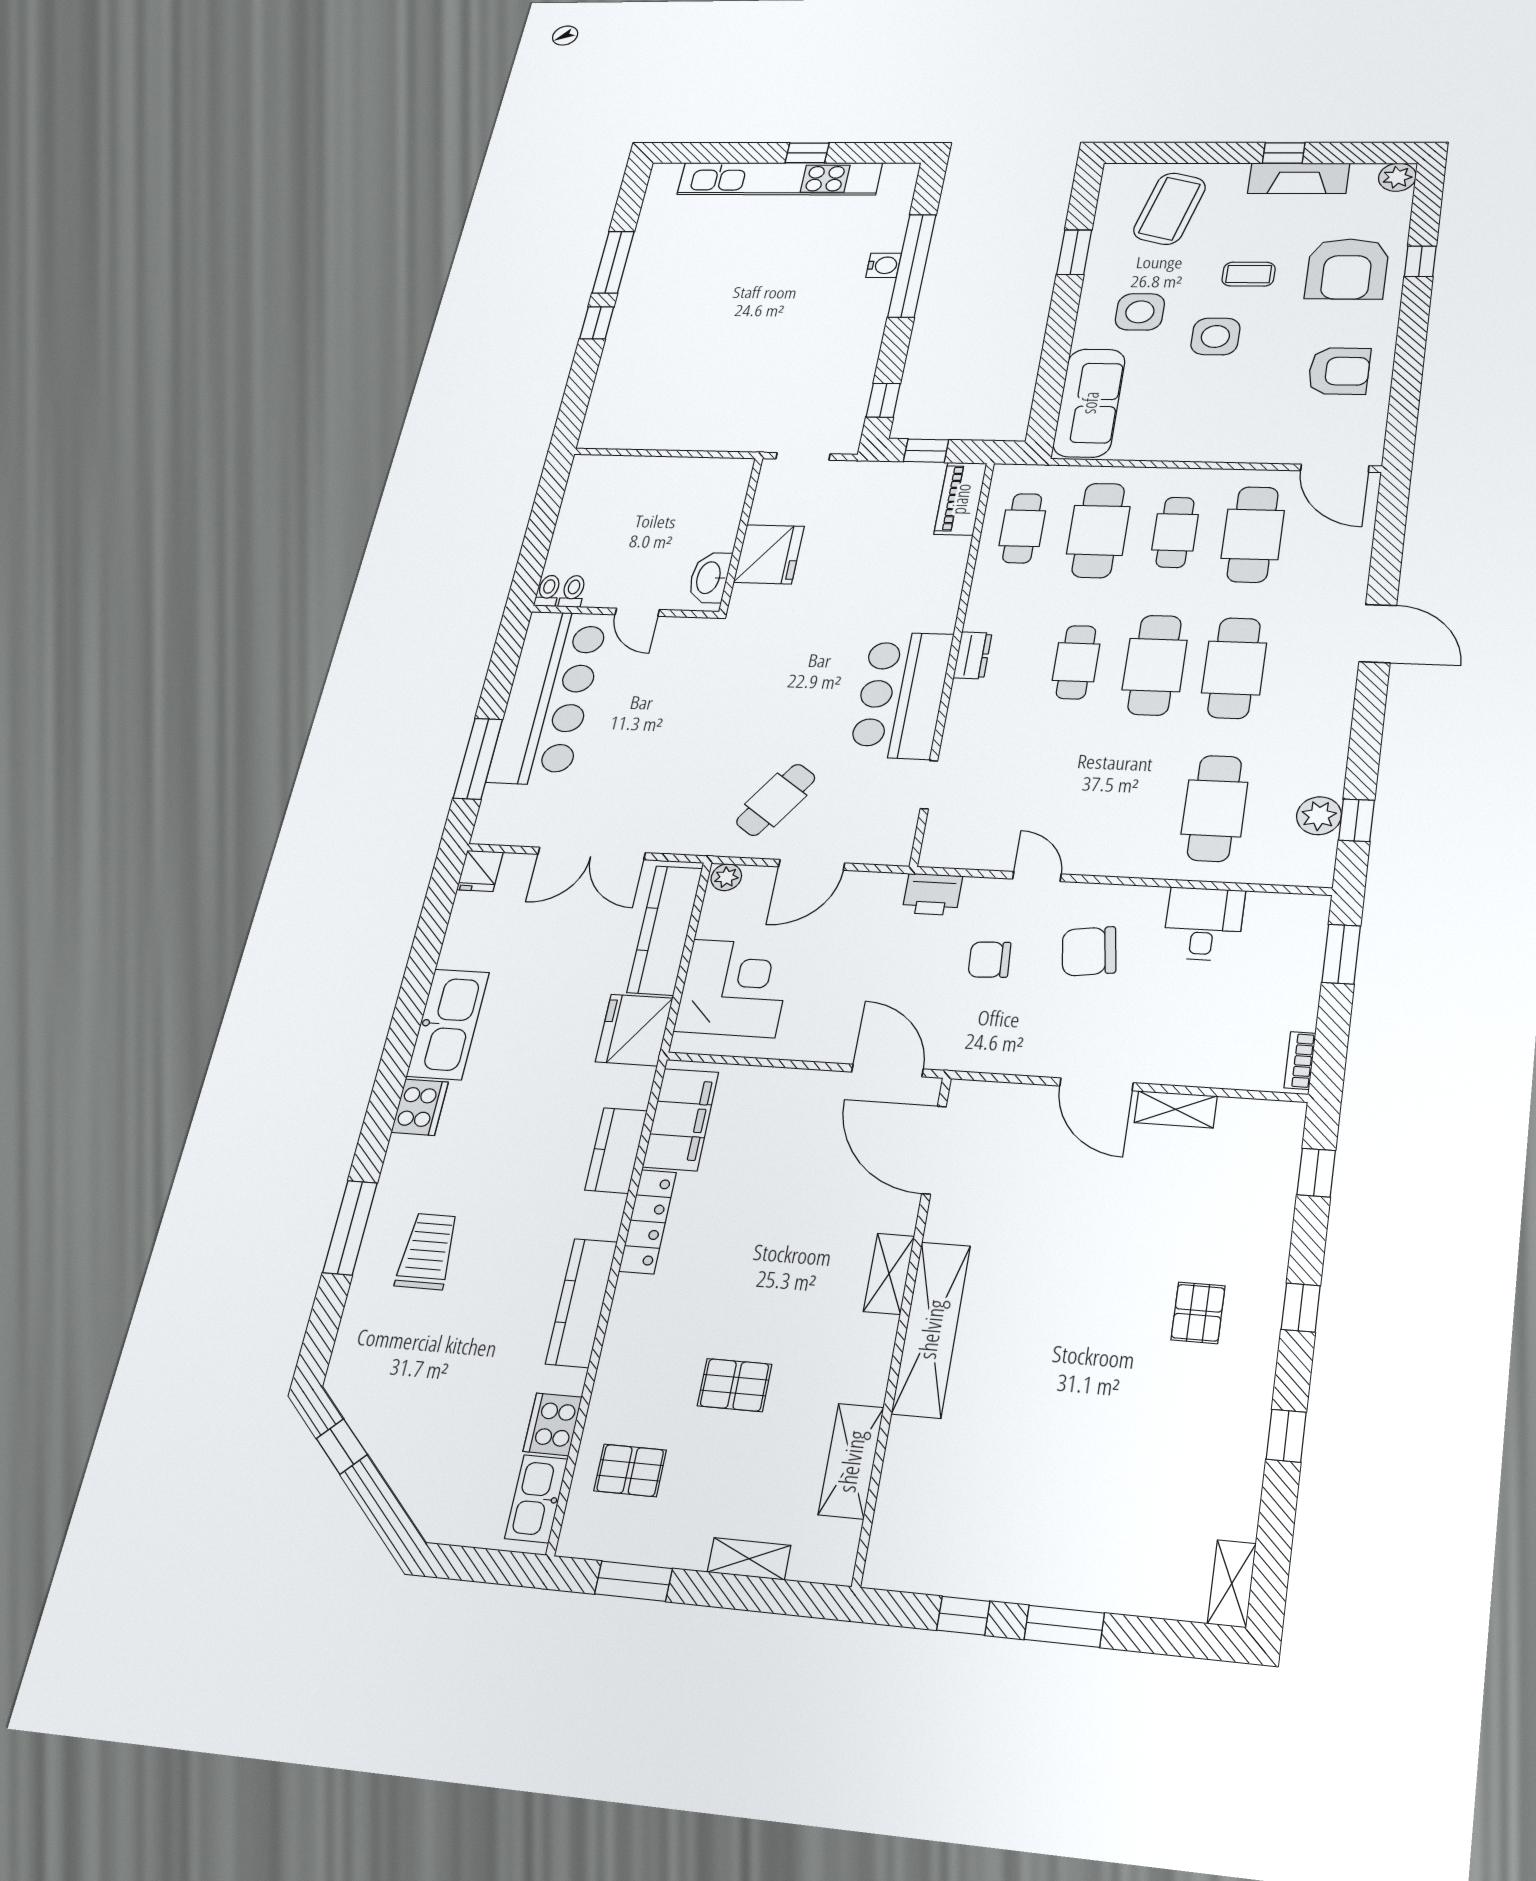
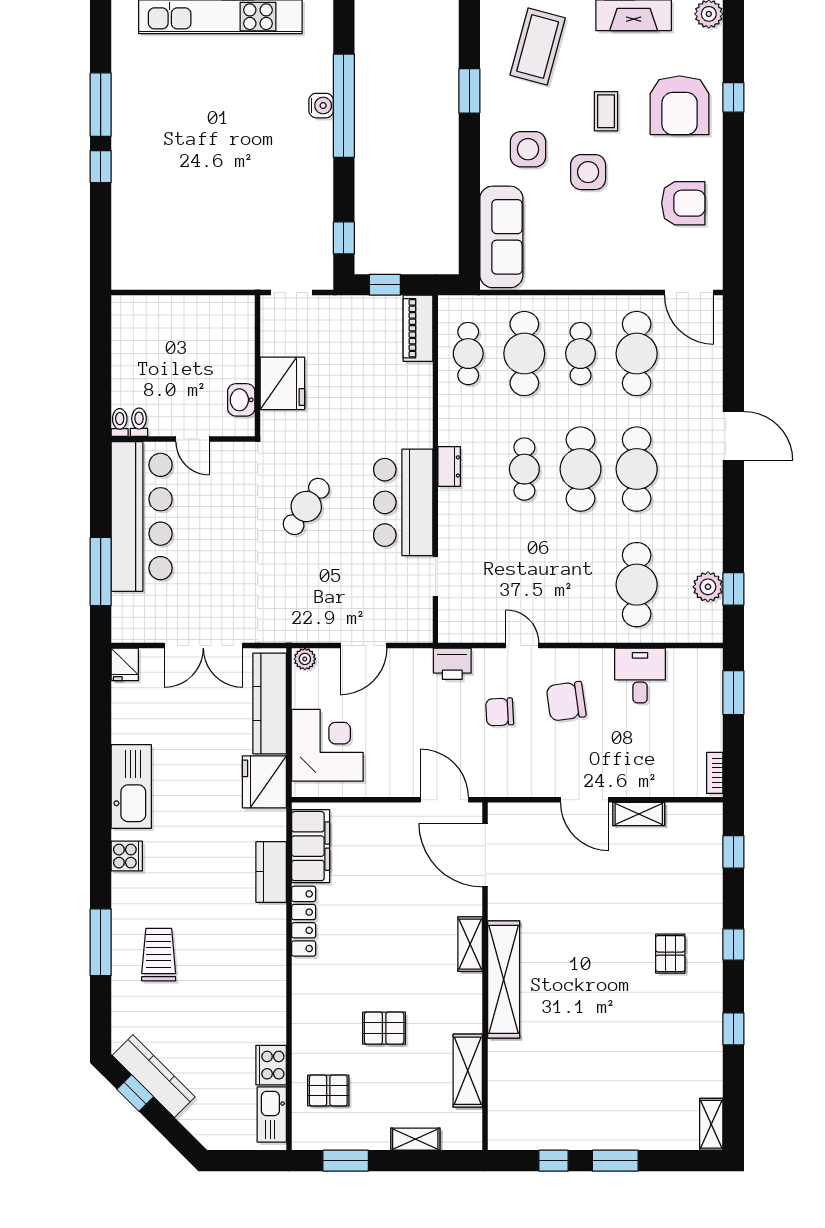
coffee table: (1249, 274) -> (606, 111), turned 90
washbasin: (709, 578) -> (241, 400), width x0.72
cafe table: (776, 800) -> (306, 506), moved
cooker: (420, 1107) -> (127, 856), width x0.73
kitchen counter: (582, 1303) -> (154, 1076), moved, turned 135

